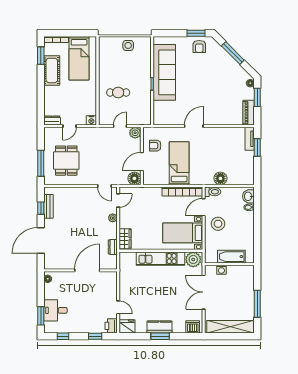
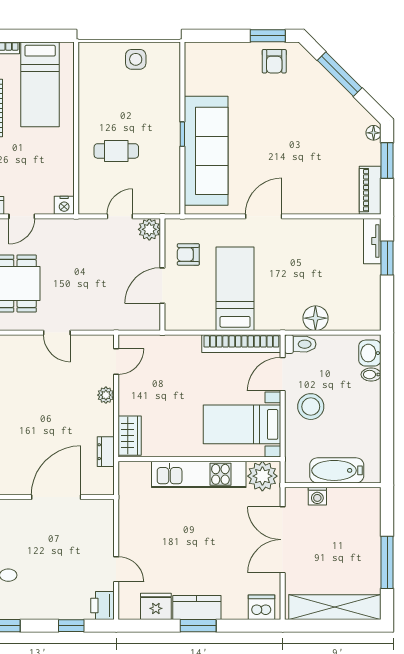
sofa: (164, 72) -> (206, 151), moved
floor lamp: (134, 178) -> (148, 318), removed
door: (104, 186) -> (57, 333), moved
fridge: (127, 326) -> (156, 606), moved

